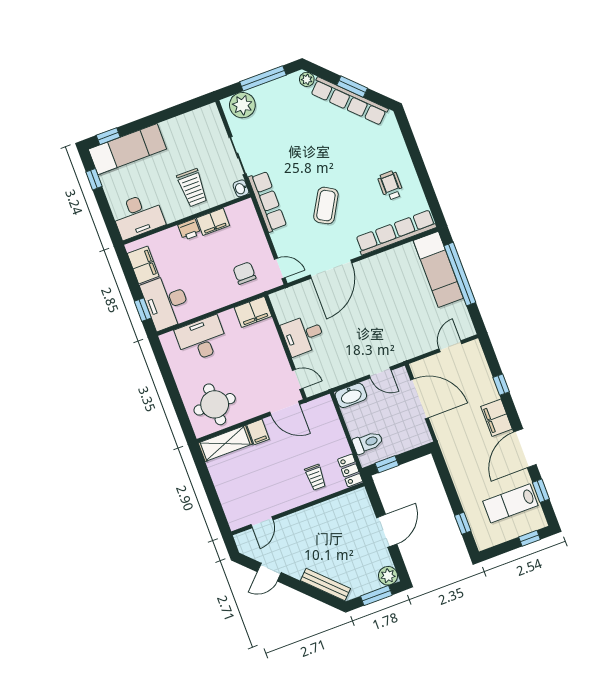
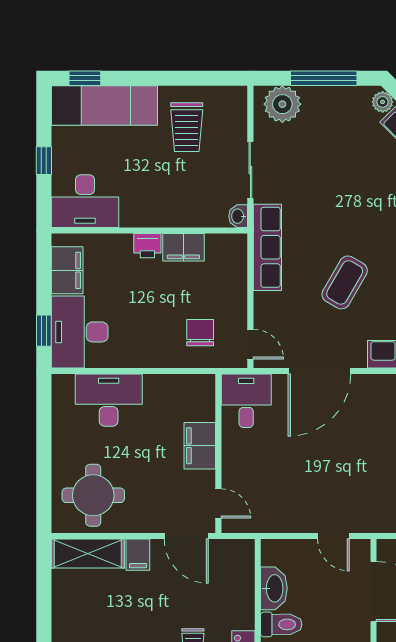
window: (94, 179) -> (44, 161), moved
trolley: (192, 188) -> (187, 127), moved
filing cabinet: (253, 312) -> (200, 446), moved, turned 90
desk: (303, 335) -> (246, 401), moved, turned 90
washbasin: (351, 395) -> (274, 588), moved, turned -90

